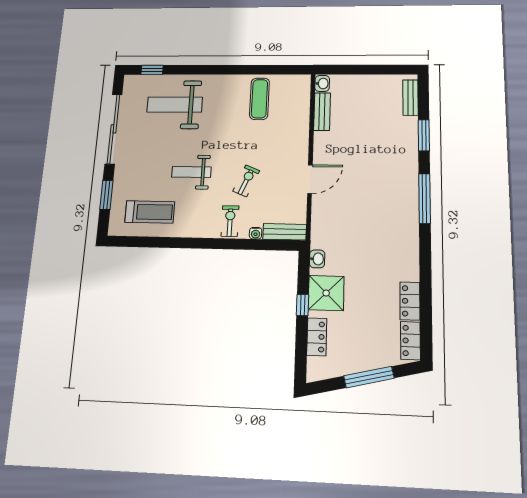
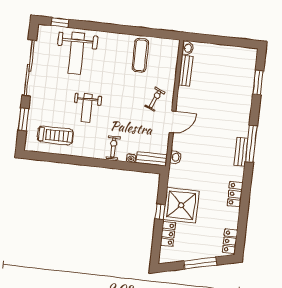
bench: (410, 98) -> (241, 152), moved
weight bench: (175, 105) -> (76, 53), turned -90
window: (424, 135) -> (258, 83), moved
weight bench: (191, 172) -> (87, 108), turned -90
exercise bike: (246, 181) -> (155, 99), moved
washbasin: (317, 259) -> (175, 157), moved
shower: (326, 293) -> (181, 205), width x1.37, depth x1.37
locker: (410, 301) -> (235, 194), moved

